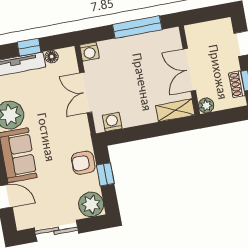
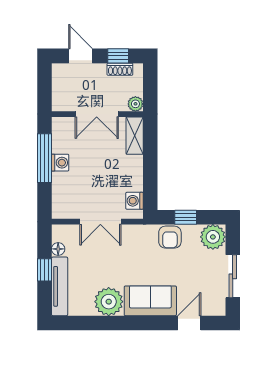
washing machine: (89, 52) -> (60, 163), moved

